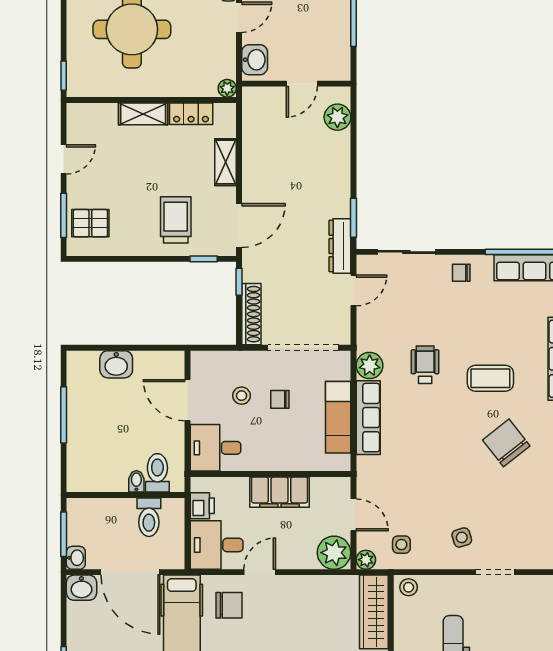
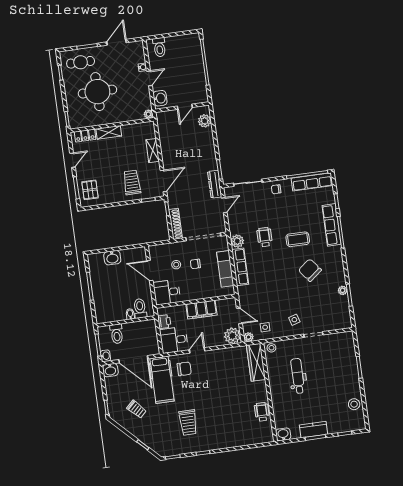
locker: (191, 114) -> (85, 136), moved
pallet: (90, 223) -> (90, 190), turned 90
toilet: (149, 517) -> (117, 334), moved

